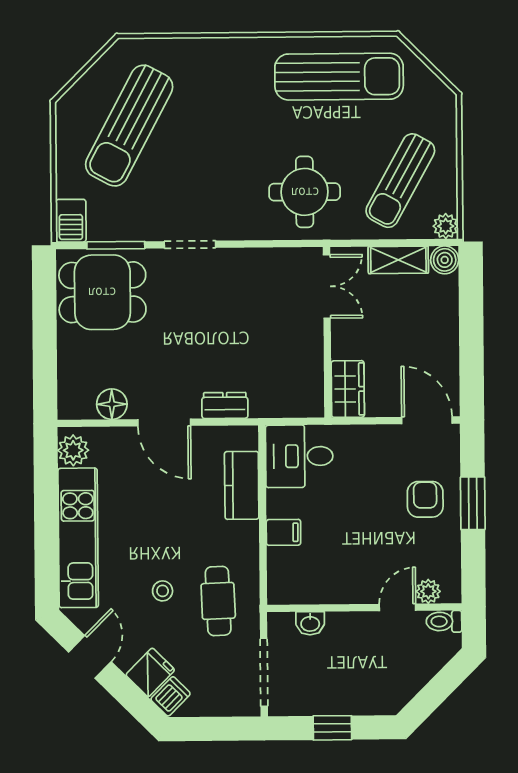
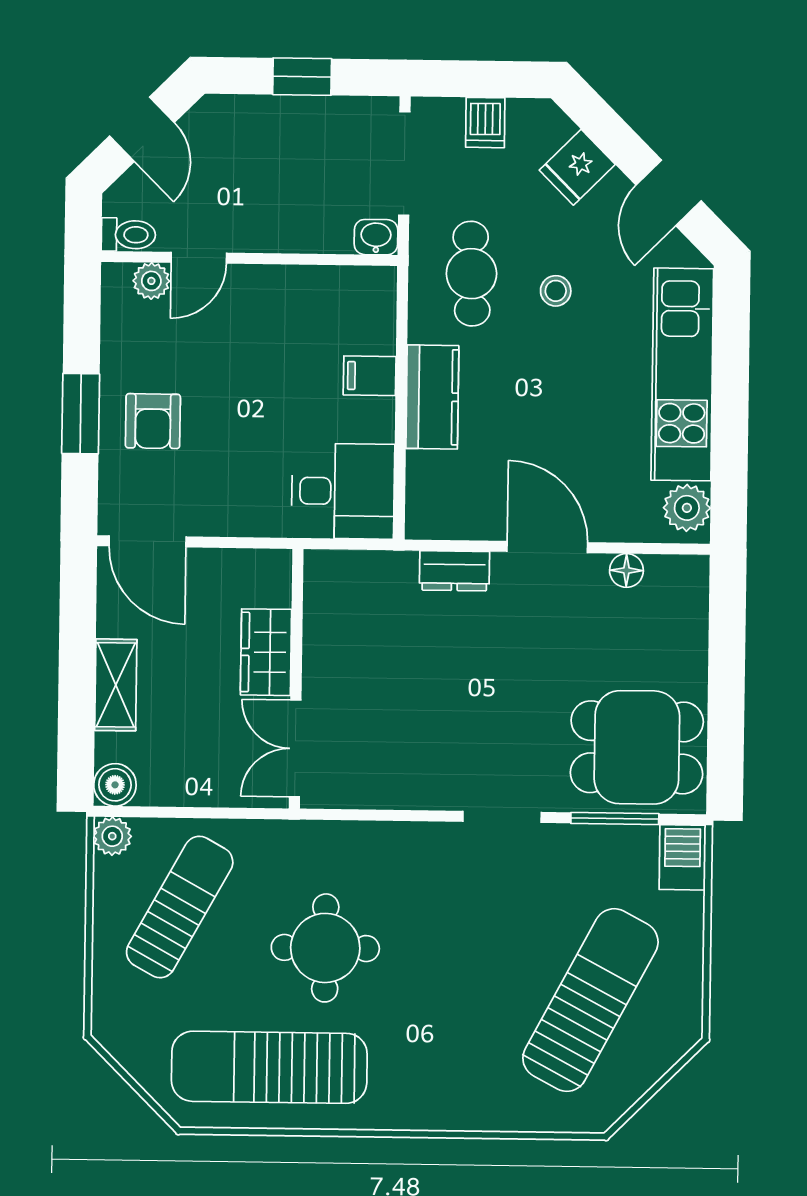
round table: (305, 192) -> (325, 948), moved
shelving: (398, 260) -> (116, 685), moved, turned 90
wardrobe: (348, 389) -> (266, 652), moved
floor lamp: (112, 404) -> (626, 570), width x0.73, depth x0.73
kitchen counter: (242, 485) -> (432, 397), moved
washbasin: (310, 623) -> (376, 237), moved
door: (437, 691) -> (142, 129), added
dishwasher: (171, 696) -> (485, 123), moved, turned -45

